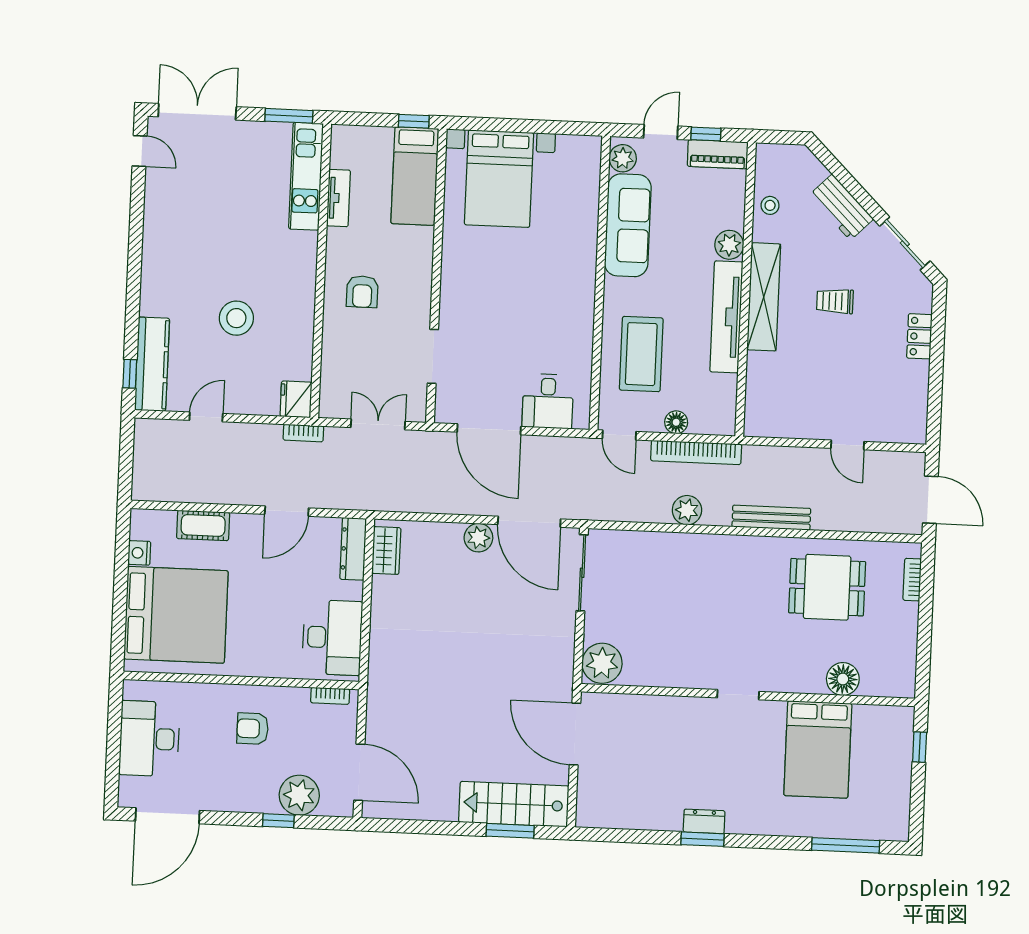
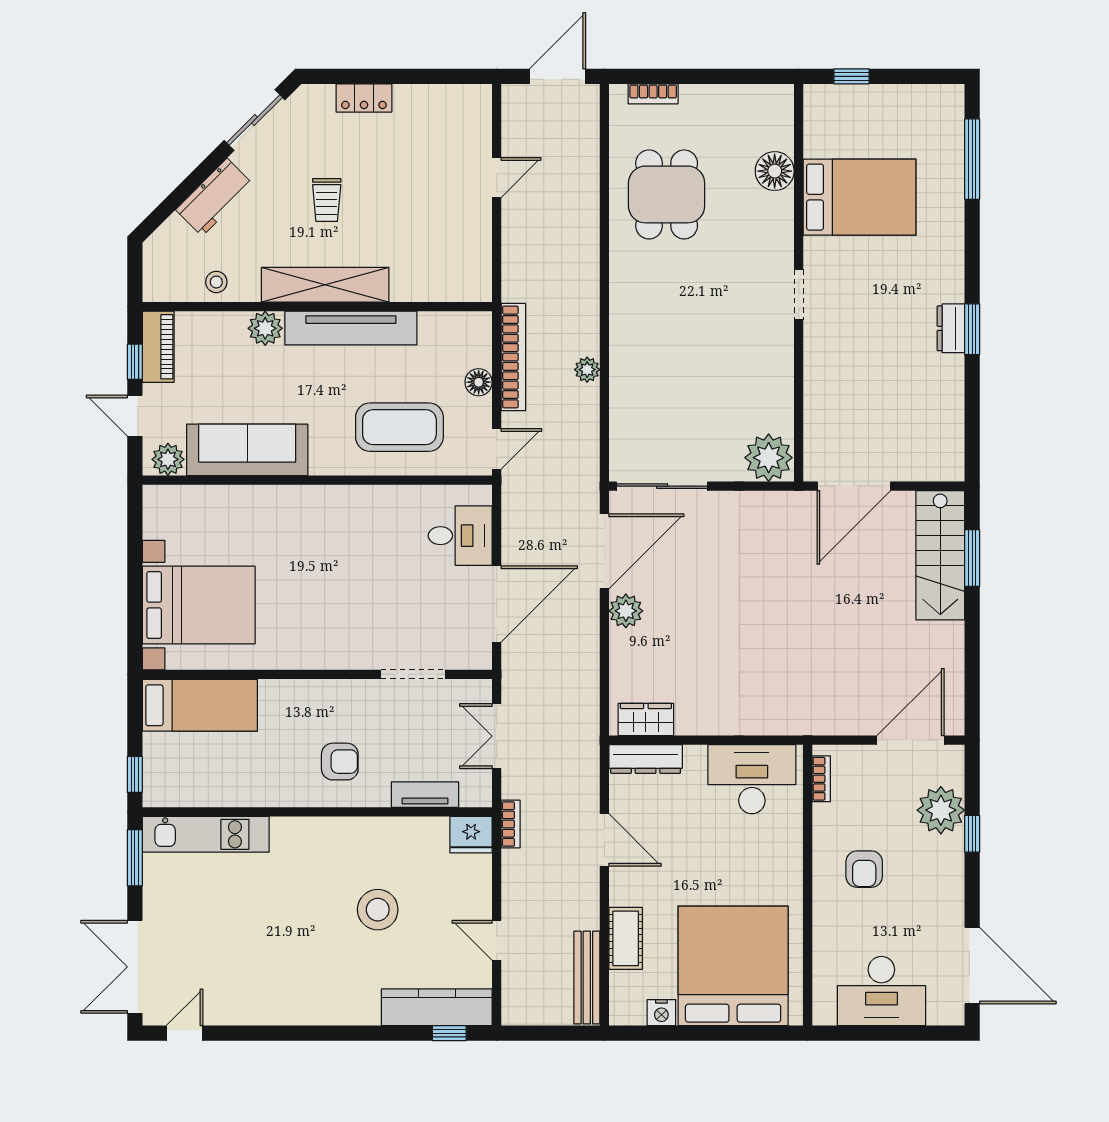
window: (414, 121) -> (135, 774), moved
tv unit: (338, 198) -> (425, 795), moved
plant: (687, 510) -> (587, 370), width x0.73, depth x0.73
bench: (771, 518) -> (587, 978), moved

